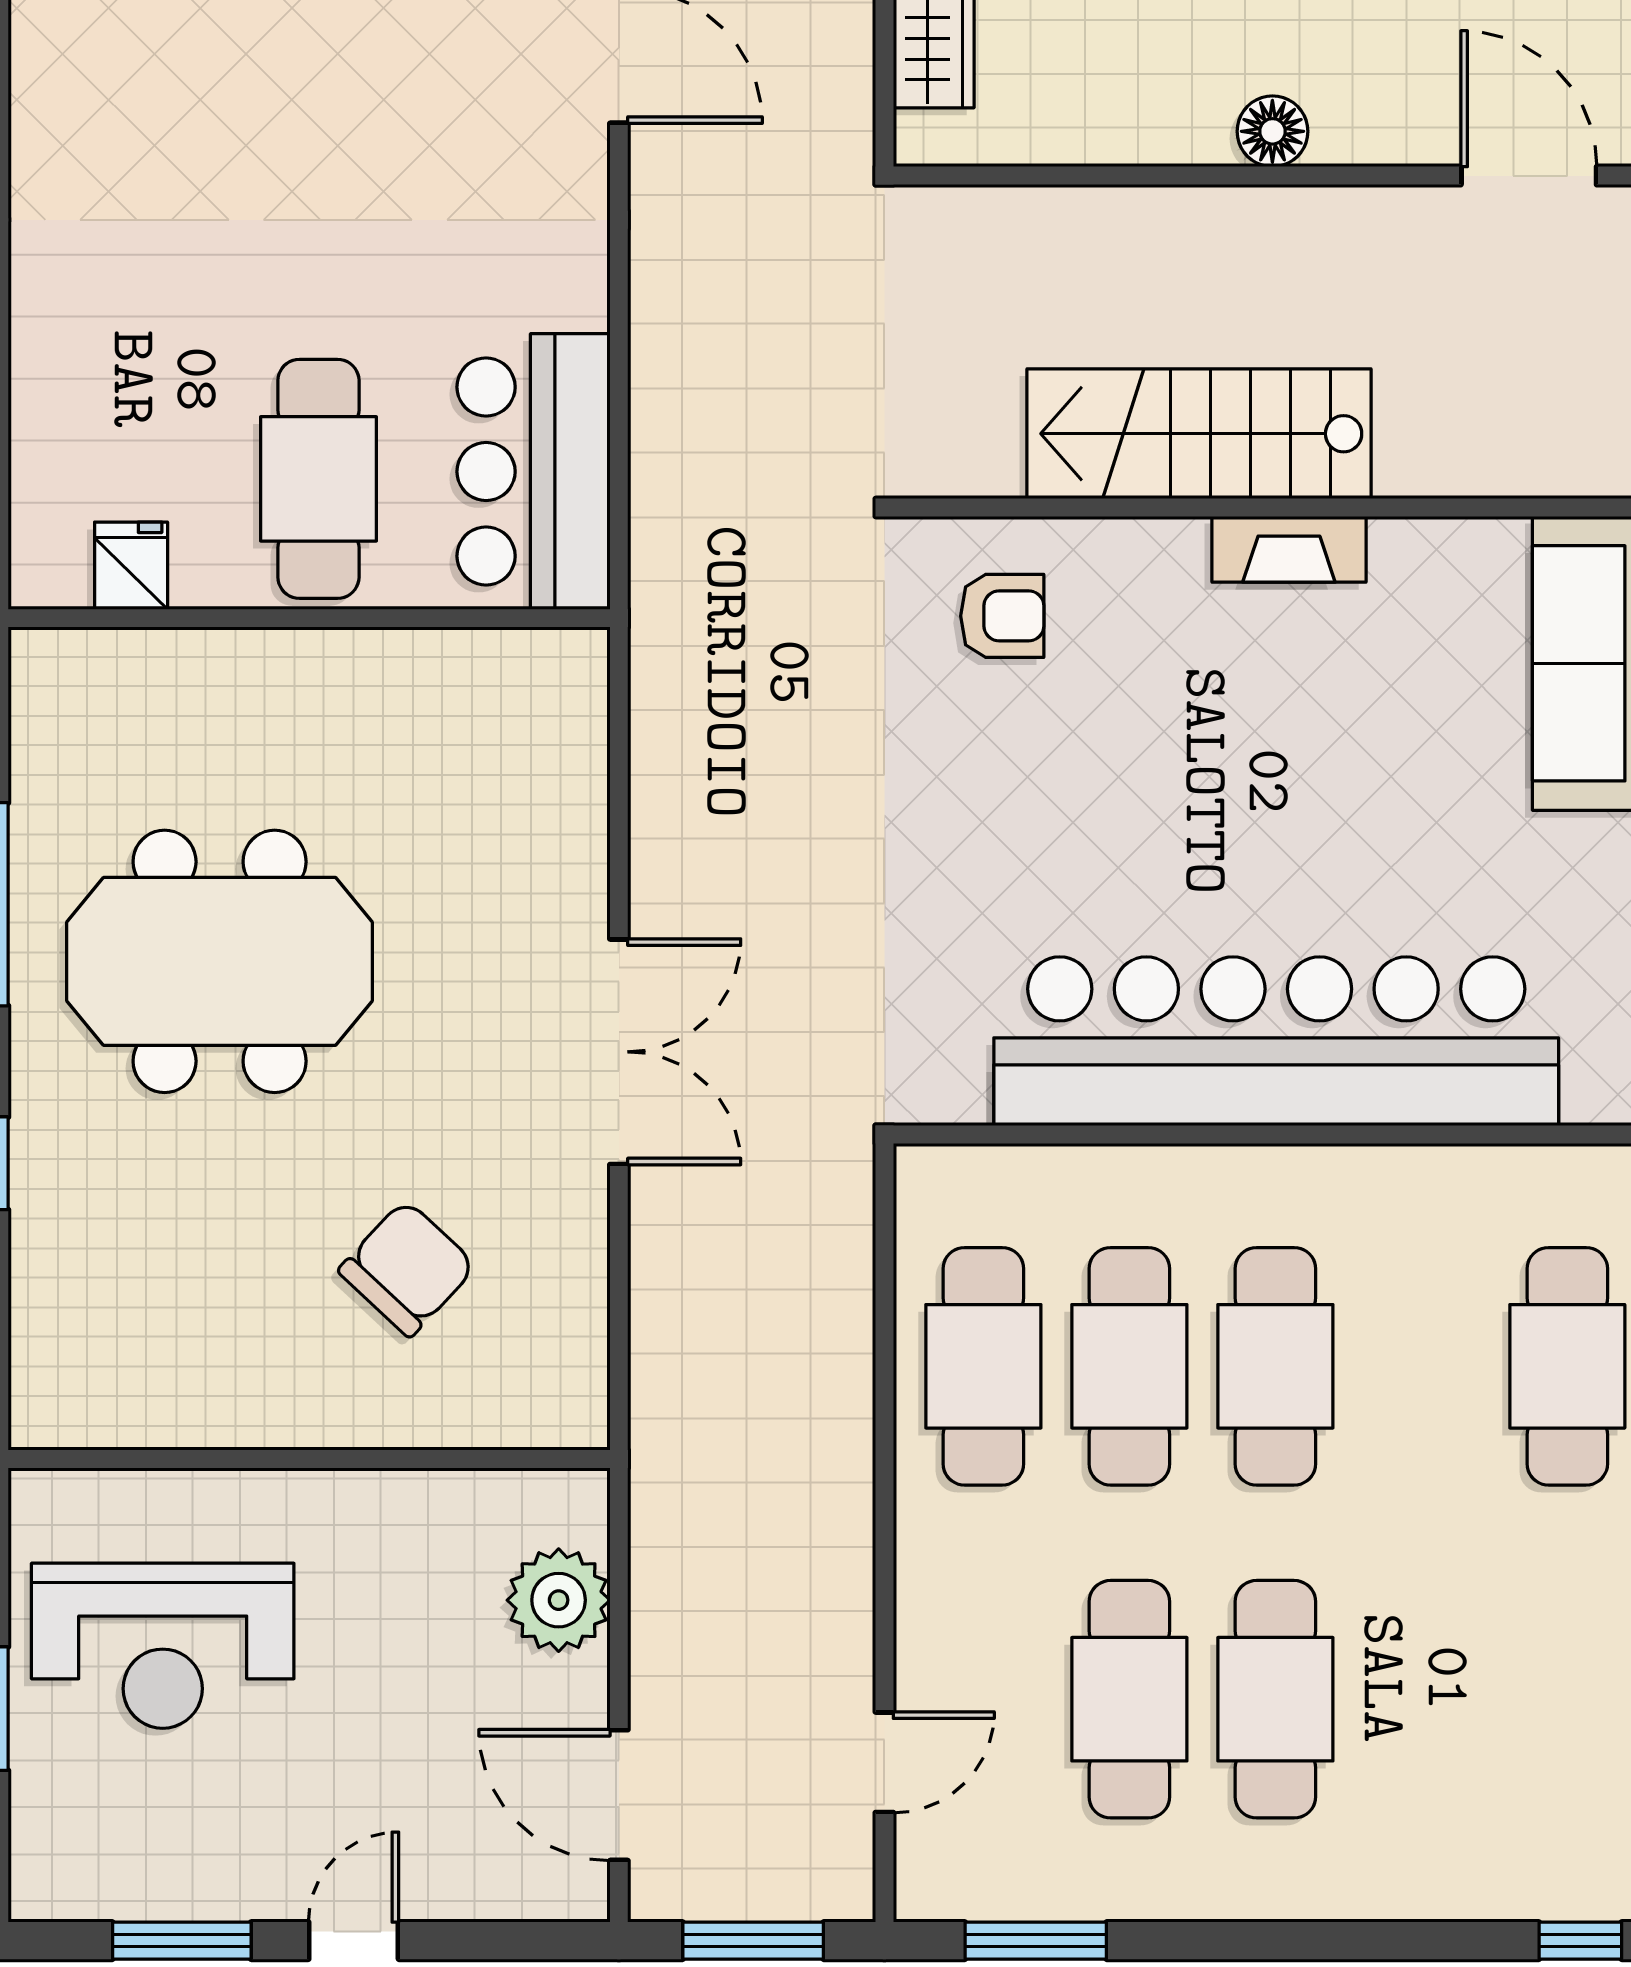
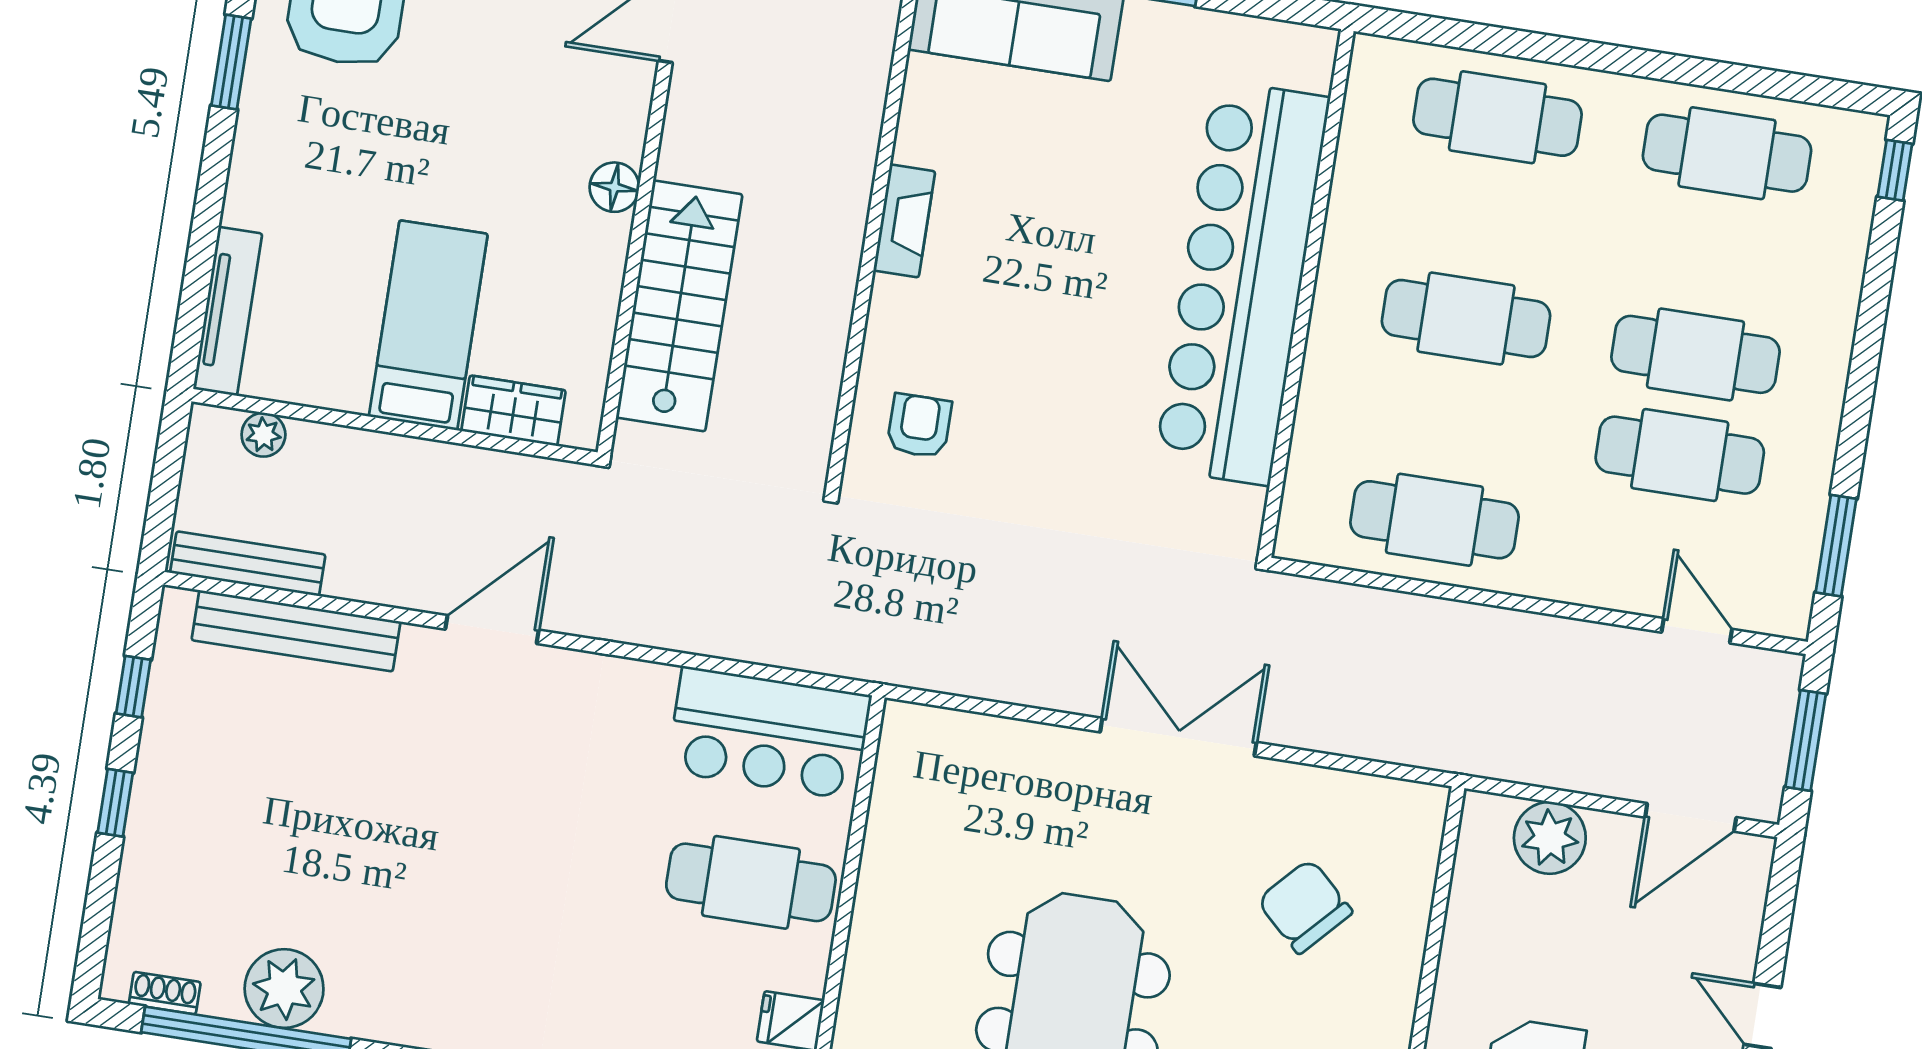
stairs: (1199, 434) -> (679, 306), moved, turned 180
cafe table: (1129, 1366) -> (1727, 153), moved

